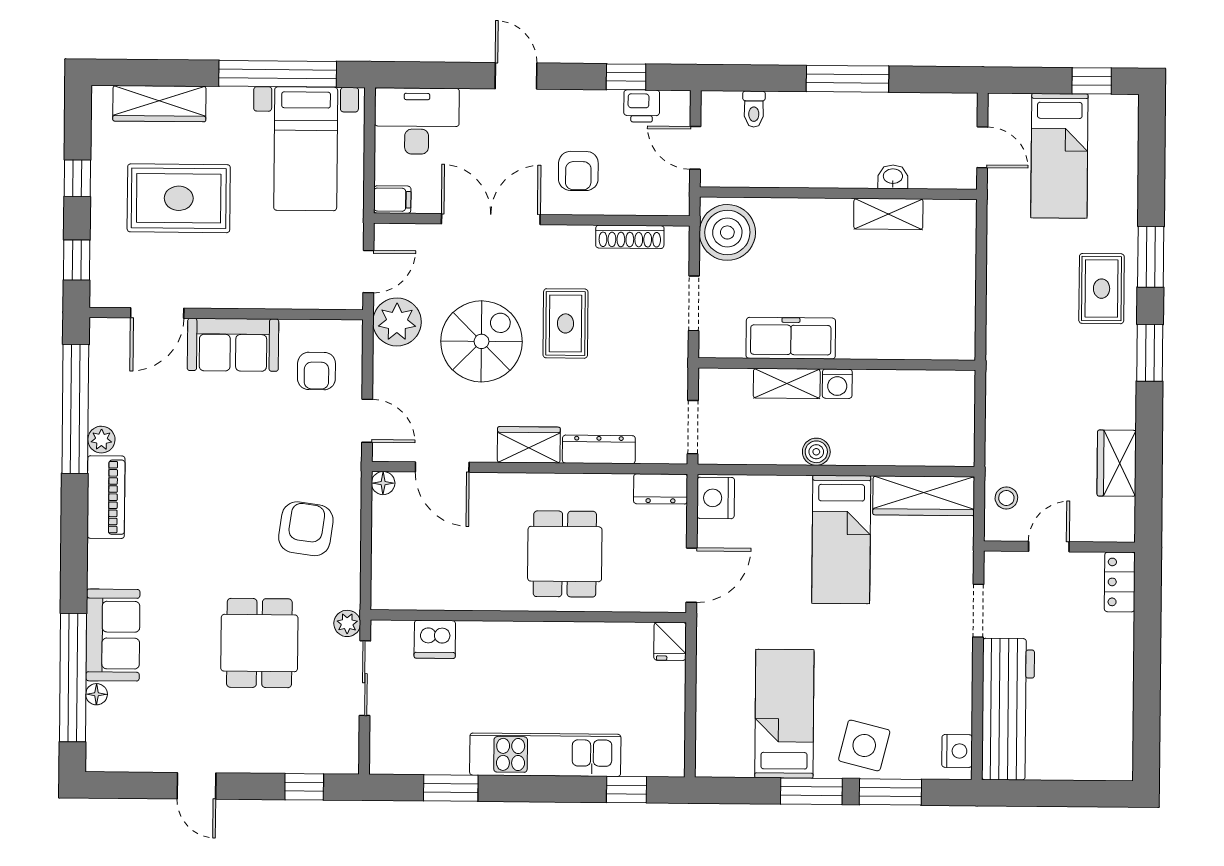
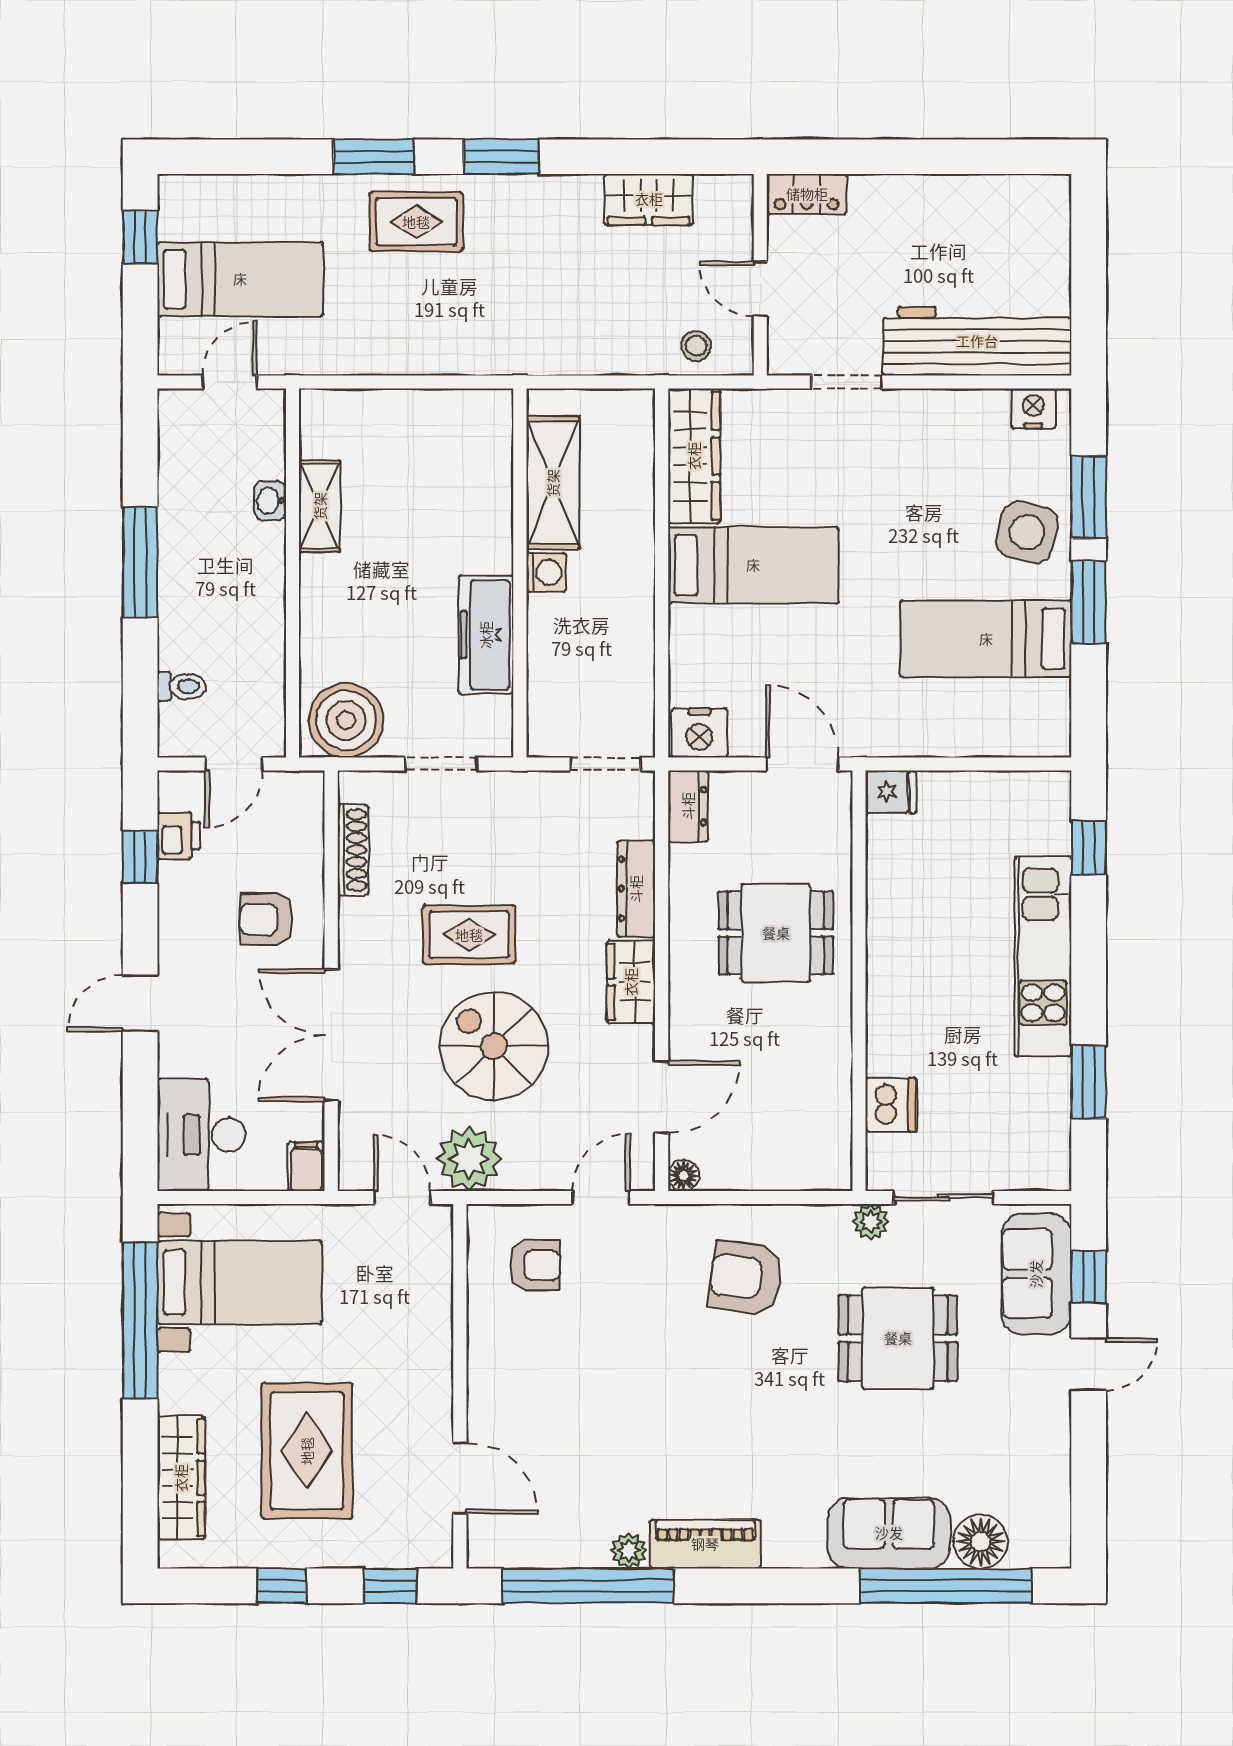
armchair: (578, 171) -> (266, 919), turned 180
sofa: (233, 345) -> (1036, 1274), moved, turned 180
shelving: (787, 383) -> (553, 483), moved, width x1.50, depth x1.33
boiler: (816, 452) -> (637, 599), removed
floor lamp: (96, 694) -> (980, 1542), width x1.89, depth x1.89
door: (196, 786) -> (1089, 1364), moved

